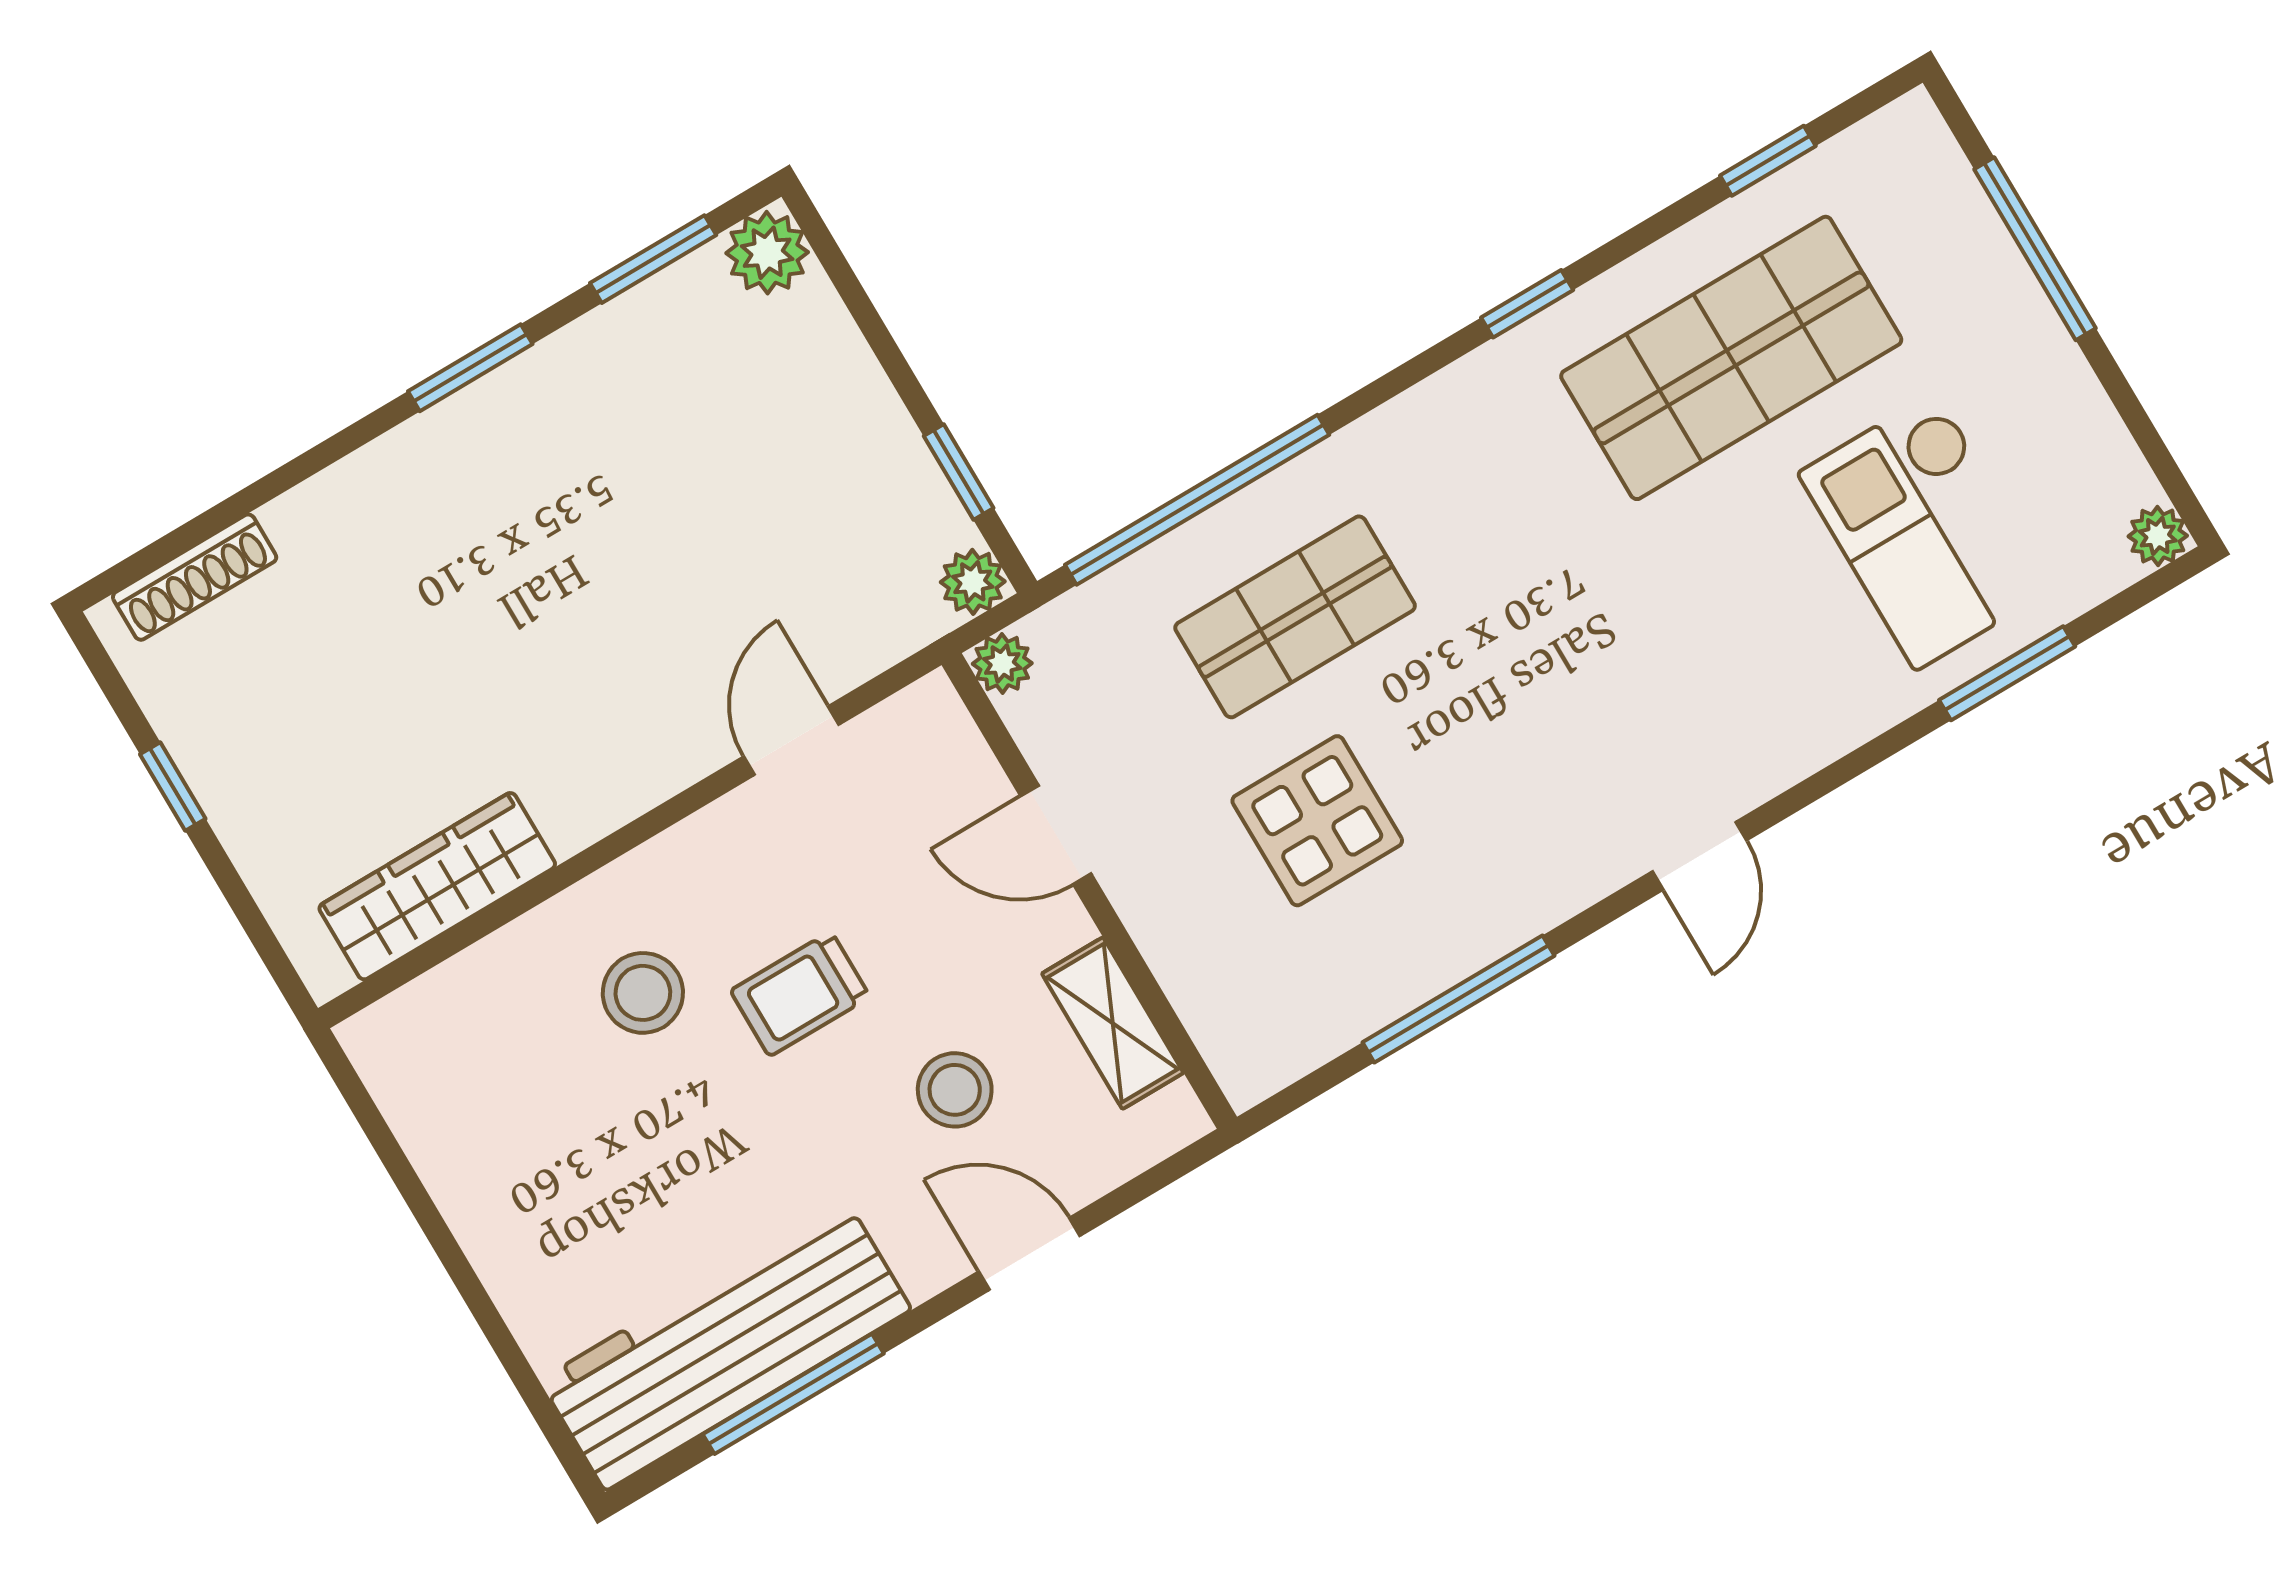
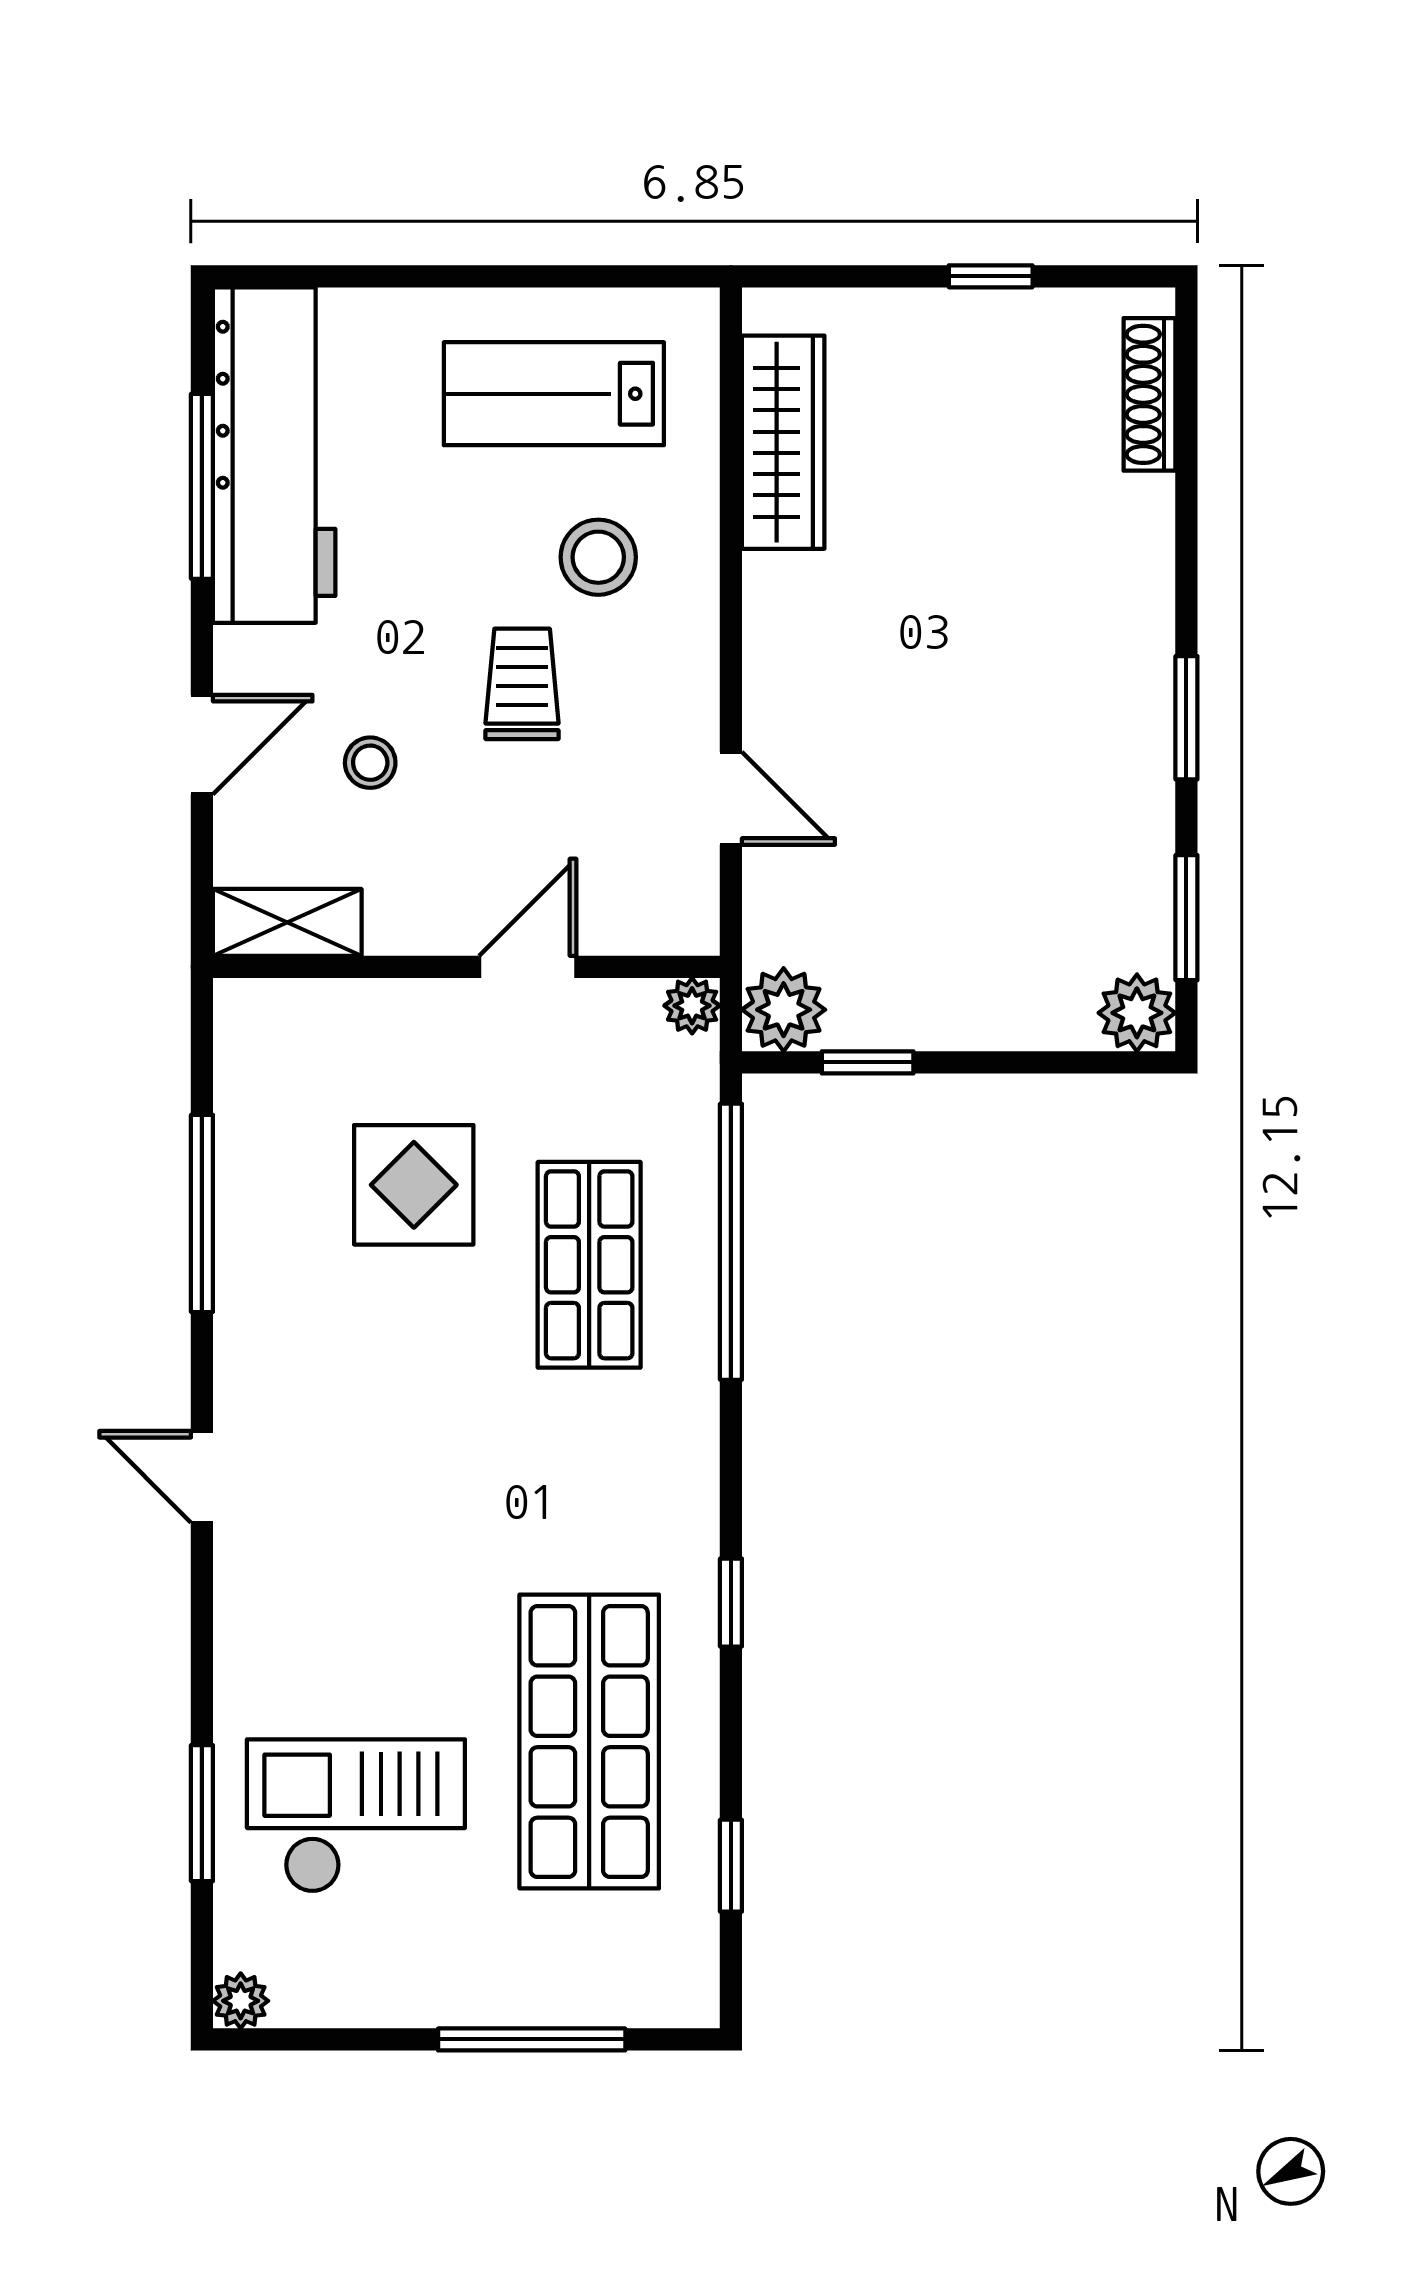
plant: (973, 582) -> (784, 1010), width x1.38, depth x1.38
shelving: (1113, 1023) -> (287, 922), moved
stool: (955, 1090) -> (370, 763), width x0.73, depth x0.73
lab bench: (517, 1122) -> (554, 394), added

